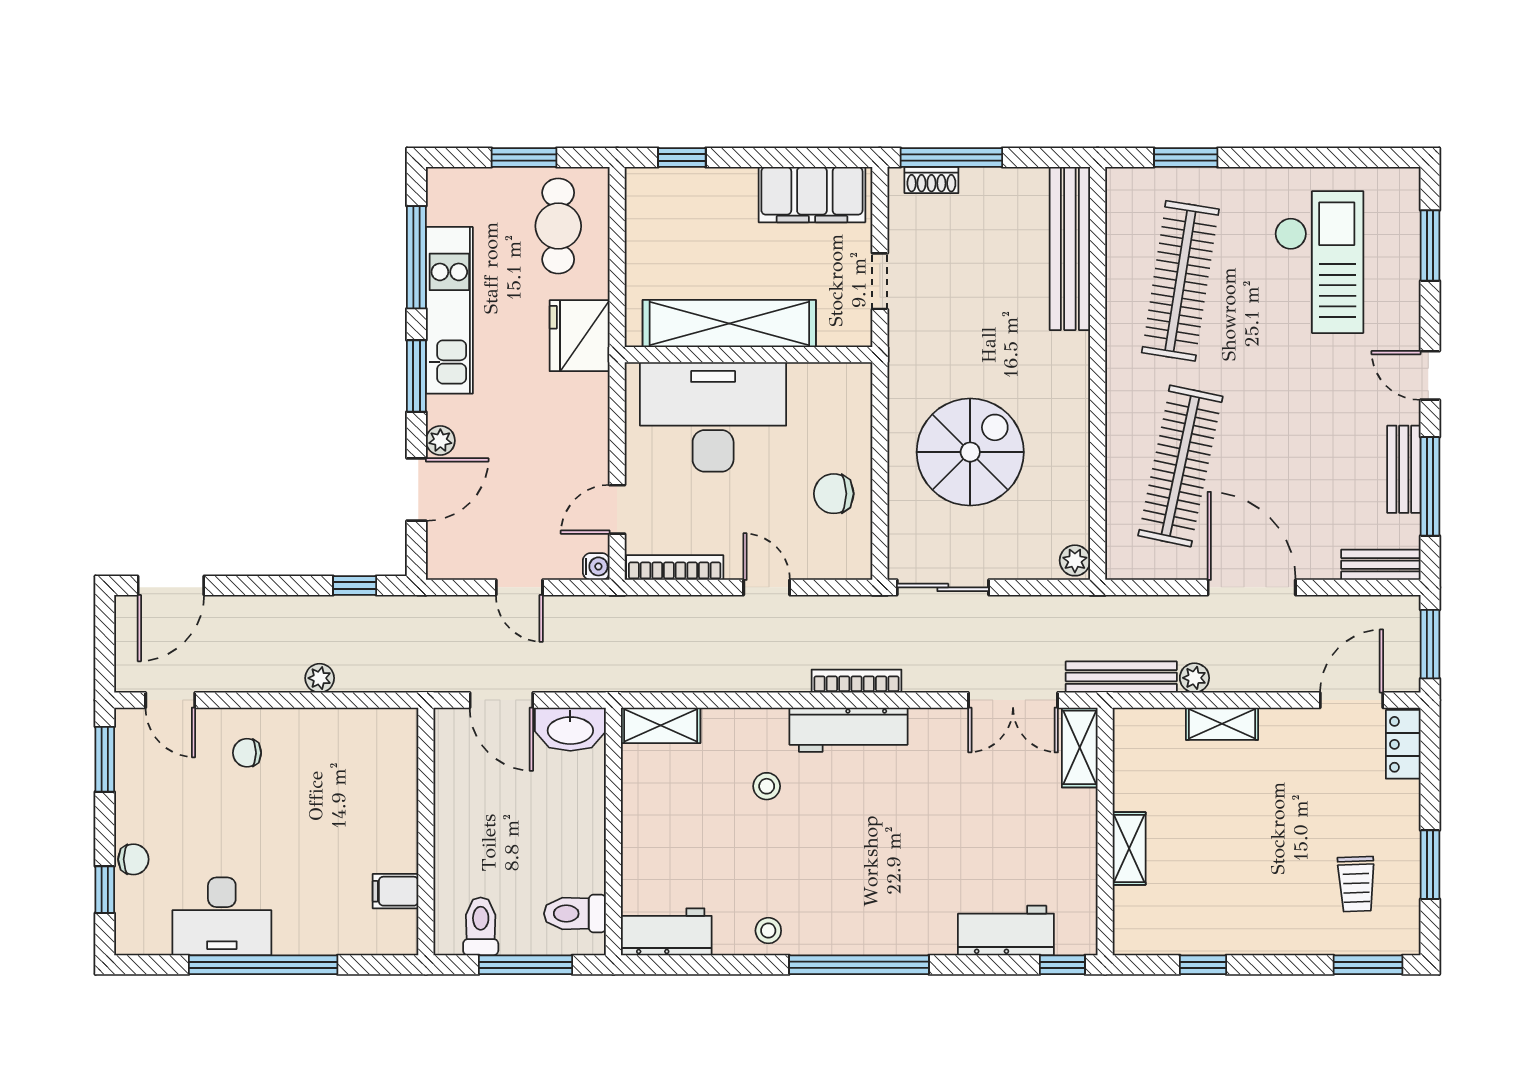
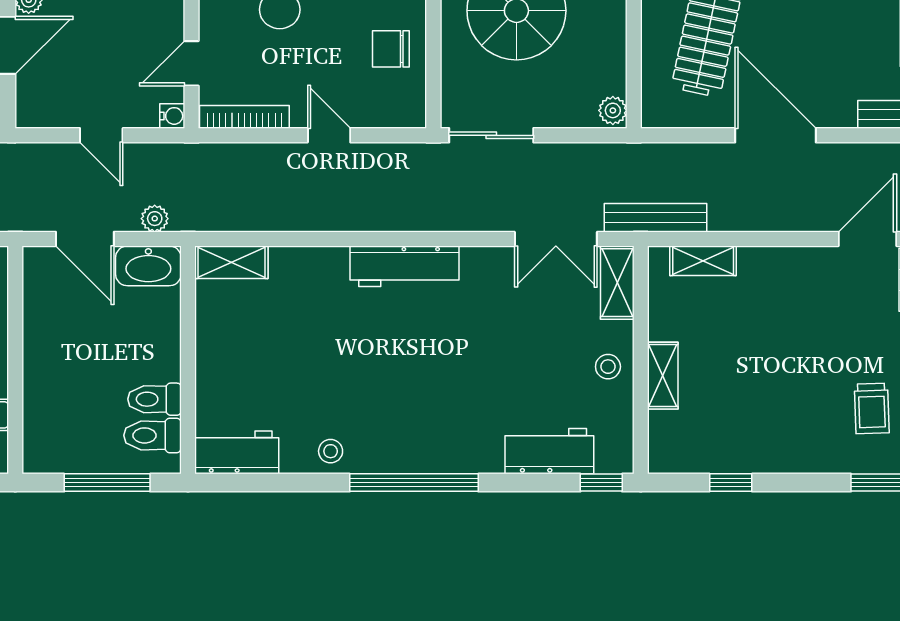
plant: (1194, 678) -> (155, 219), moved
bookcase: (857, 681) -> (412, 221), removed
shelving: (1222, 724) -> (703, 261), moved
stool: (767, 786) -> (608, 367), moved
toilet: (481, 926) -> (154, 399), moved, turned -90

